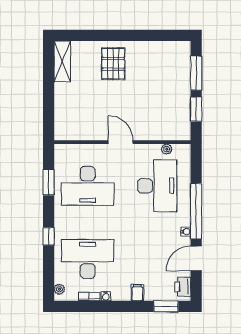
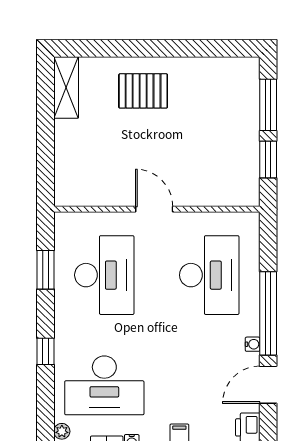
pallet: (113, 64) -> (143, 91), turned 90
plant: (167, 149) -> (224, 220), removed
desk: (88, 186) -> (104, 275), turned -90
desk: (88, 259) -> (104, 385), turned 180

